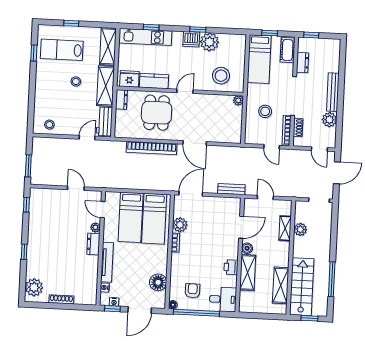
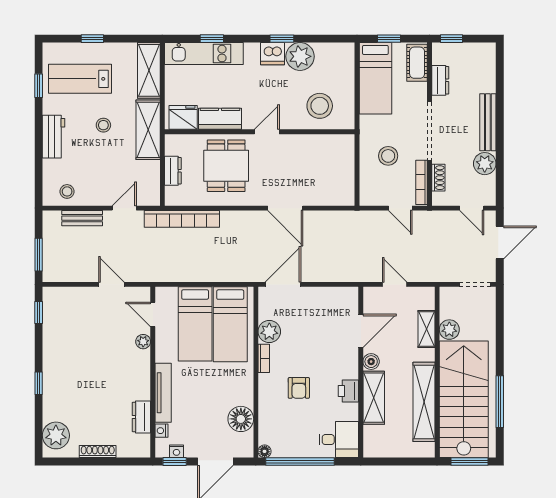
dresser: (121, 99) -> (173, 171), moved
plant: (238, 100) -> (347, 142), removed
workbench: (104, 121) -> (54, 137), moved, turned 180
bookcase: (152, 148) -> (182, 219), moved
bench: (231, 189) -> (82, 218), moved
dresser: (93, 244) -> (141, 417), moved
shelving: (281, 285) -> (424, 402), width x1.47
stairs: (302, 287) -> (464, 399), width x1.36, depth x1.51
armchair: (193, 291) -> (299, 388), moved, turned 180
window: (310, 318) -> (469, 462), width x1.50

